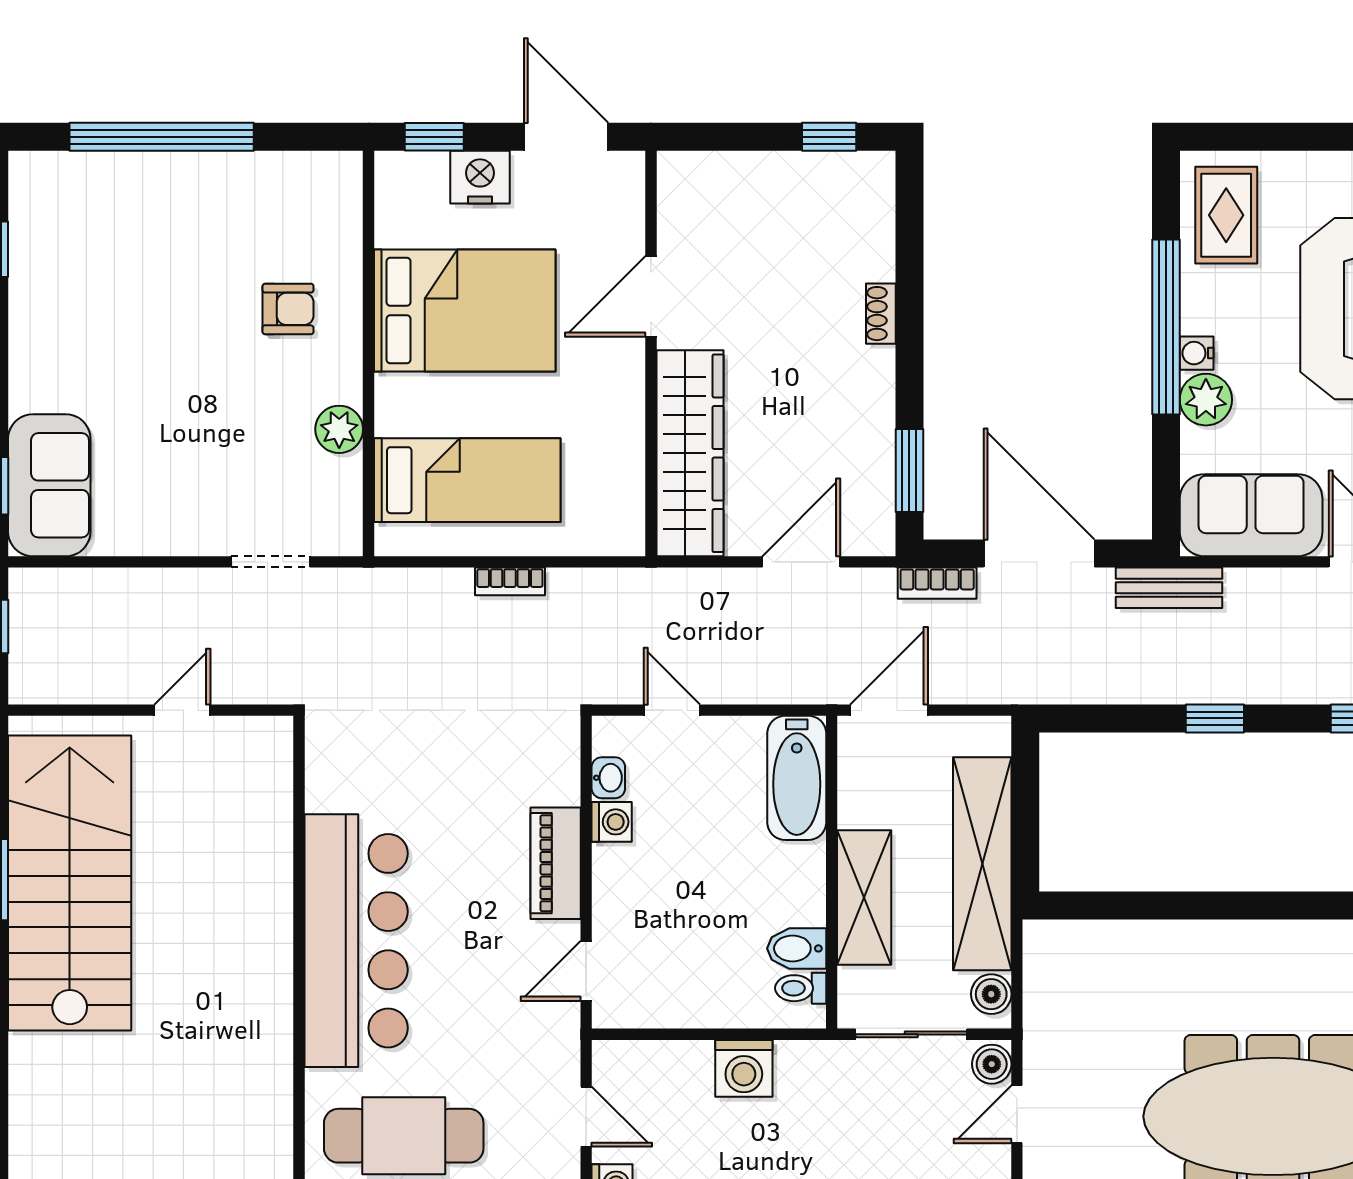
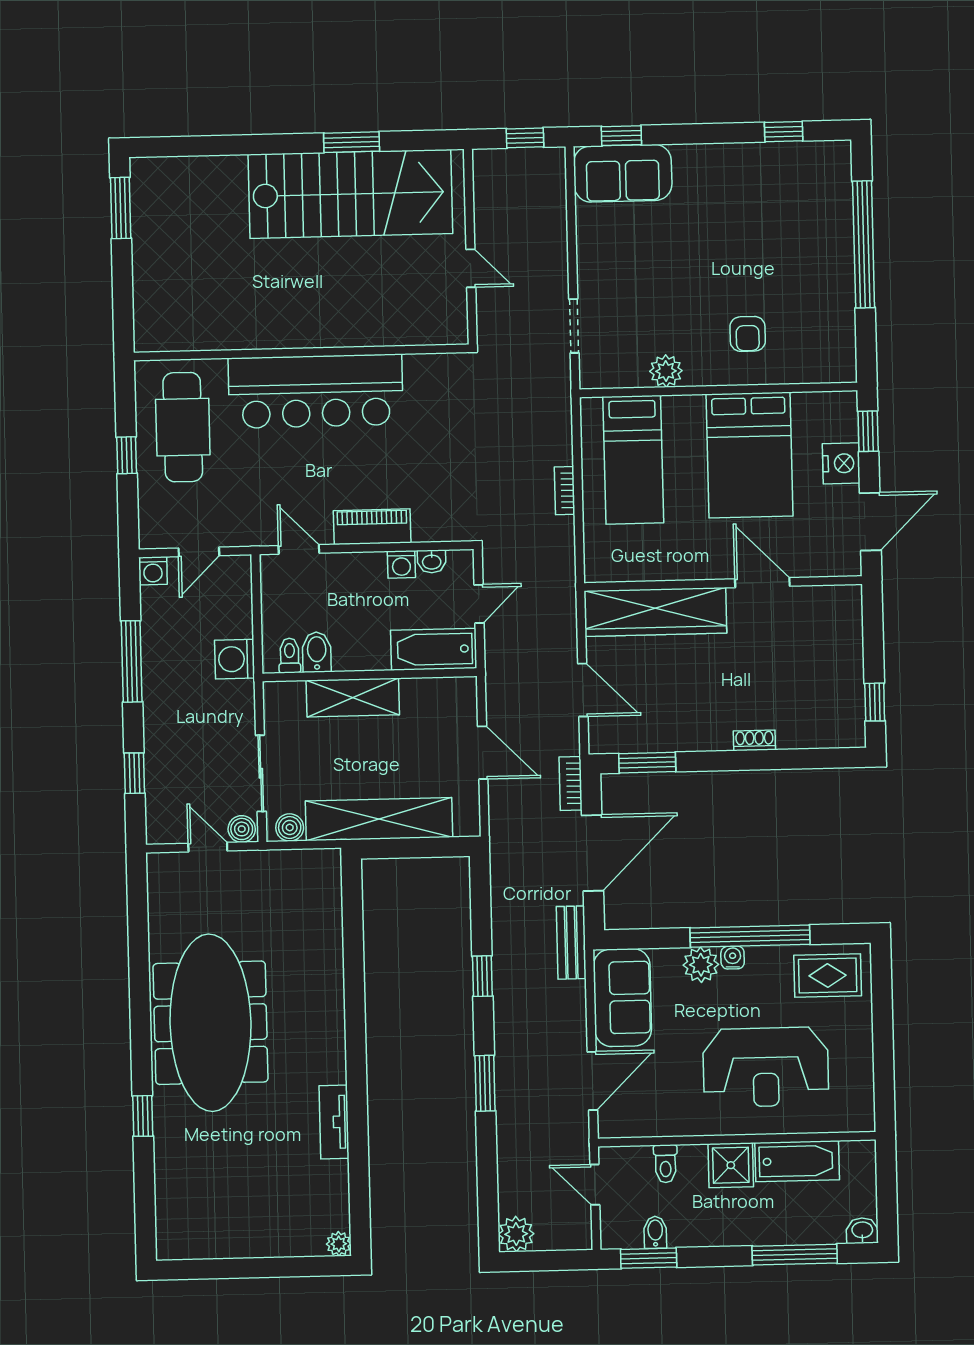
bathtub: (797, 778) -> (434, 649), moved
wall: (832, 872) -> (370, 675), moved
shelving: (864, 897) -> (353, 697), moved
bidet: (797, 948) -> (317, 652), moved
toilet: (801, 988) -> (290, 655), moved

